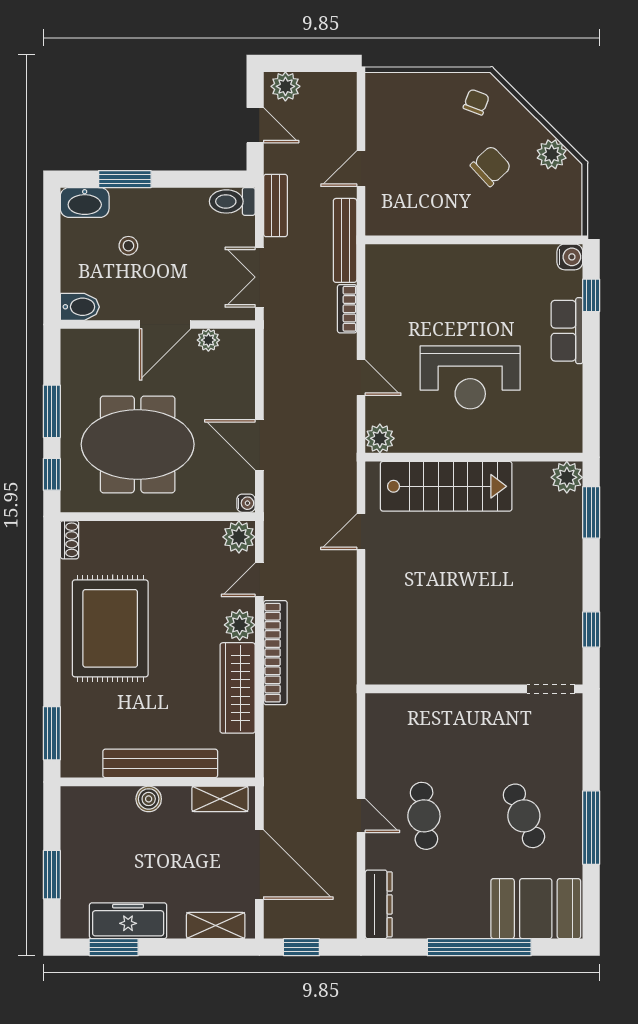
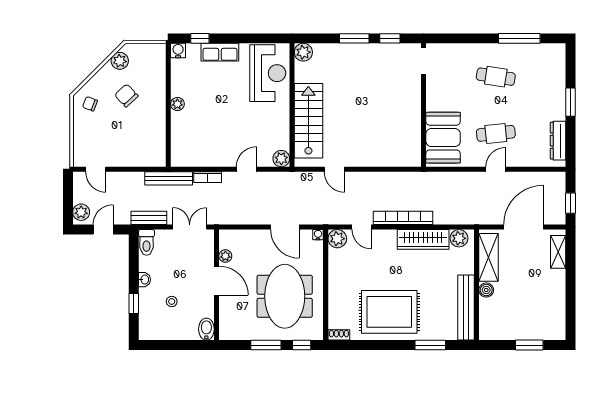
door: (361, 169) -> (96, 169), moved
window: (125, 179) -> (134, 304), width x0.67
washbasin: (85, 202) -> (144, 280), moved, width x0.52, depth x0.69
plant: (476, 256) -> (177, 104), added
double door: (259, 277) -> (190, 227), swing flipped
reception desk: (470, 377) -> (268, 73), moved
door: (259, 445) -> (285, 227), hinge flipped
window: (591, 512) -> (354, 38), moved
plant: (240, 625) -> (459, 238), moved
window: (52, 733) -> (430, 345), moved
bench: (160, 763) -> (466, 308), moved
shelving: (220, 799) -> (489, 257), width x1.50, depth x1.33
cafe table: (524, 816) -> (496, 77), turned 33
window: (591, 828) -> (519, 38), moved
dresser: (379, 904) -> (558, 141), moved, turned -90
booth: (536, 909) -> (443, 138), moved
freezer: (128, 921) -> (555, 302), removed
window: (114, 947) -> (570, 310), removed
window: (479, 947) -> (570, 102), width x0.47

